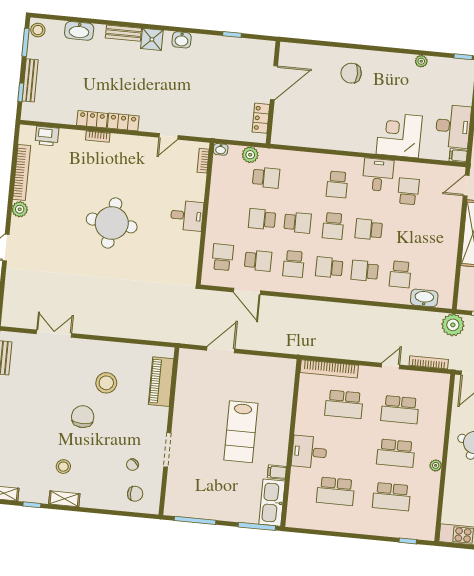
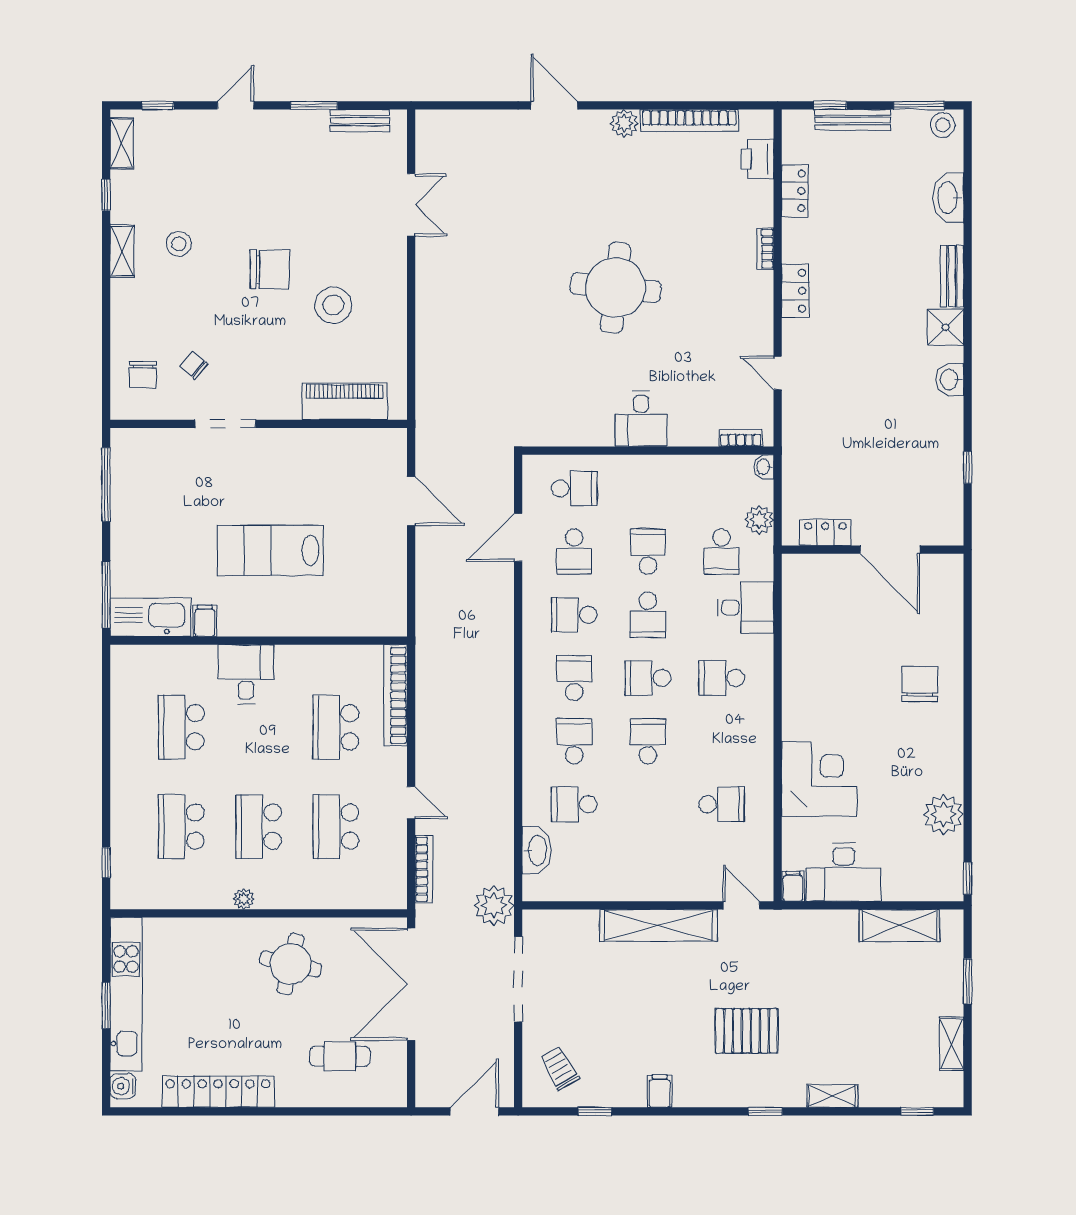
plant: (421, 61) -> (943, 814), width x1.87, depth x1.87
locker: (92, 119) -> (795, 191), moved
desk: (378, 175) -> (746, 608), moved

